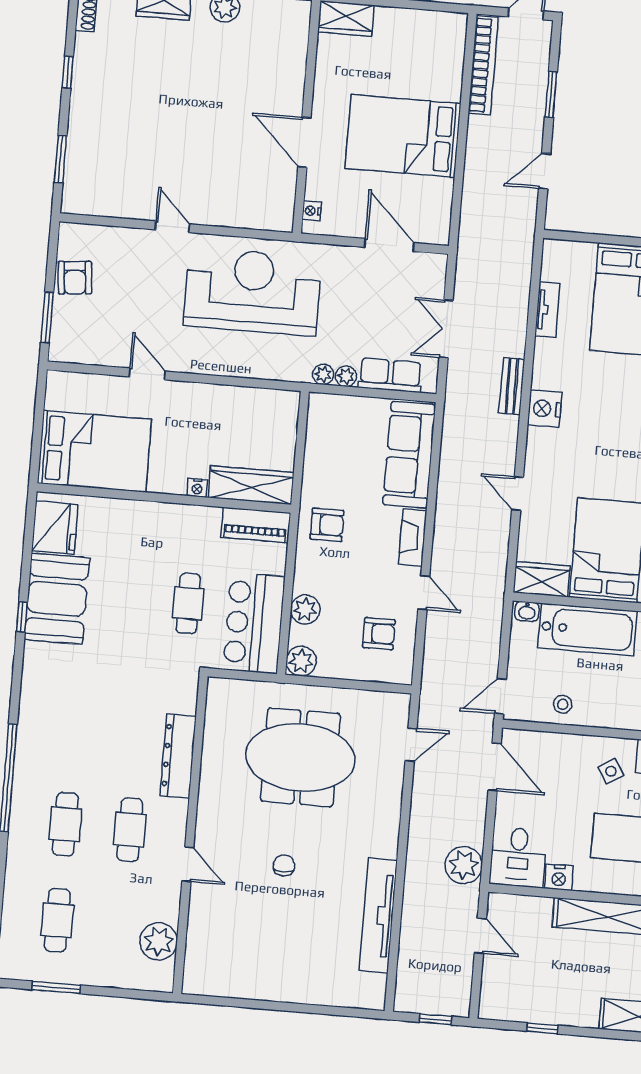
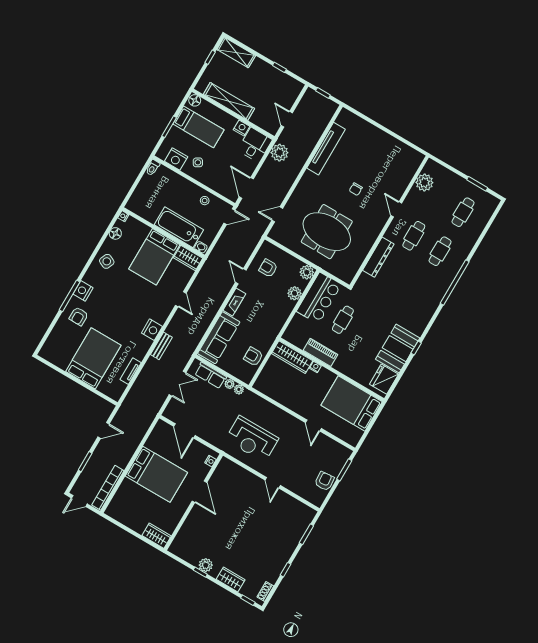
reception desk: (252, 291) -> (252, 439), width x0.74, depth x0.77
piano: (256, 525) -> (320, 352), moved
armchair: (327, 525) -> (253, 357), moved

